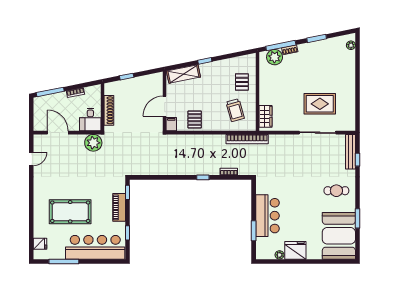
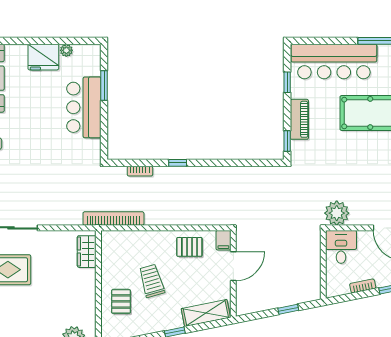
shoe rack: (109, 110) -> (314, 260), removed
trolley: (235, 110) -> (152, 281), moved
pallet: (195, 119) -> (189, 247), turned 90

